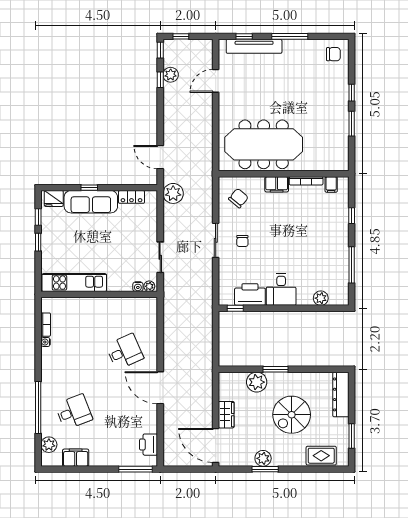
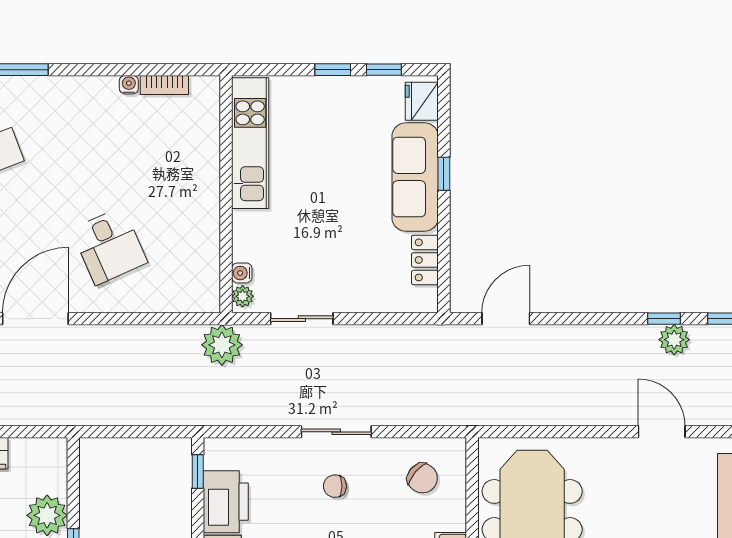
plant: (173, 193) -> (222, 345), moved

